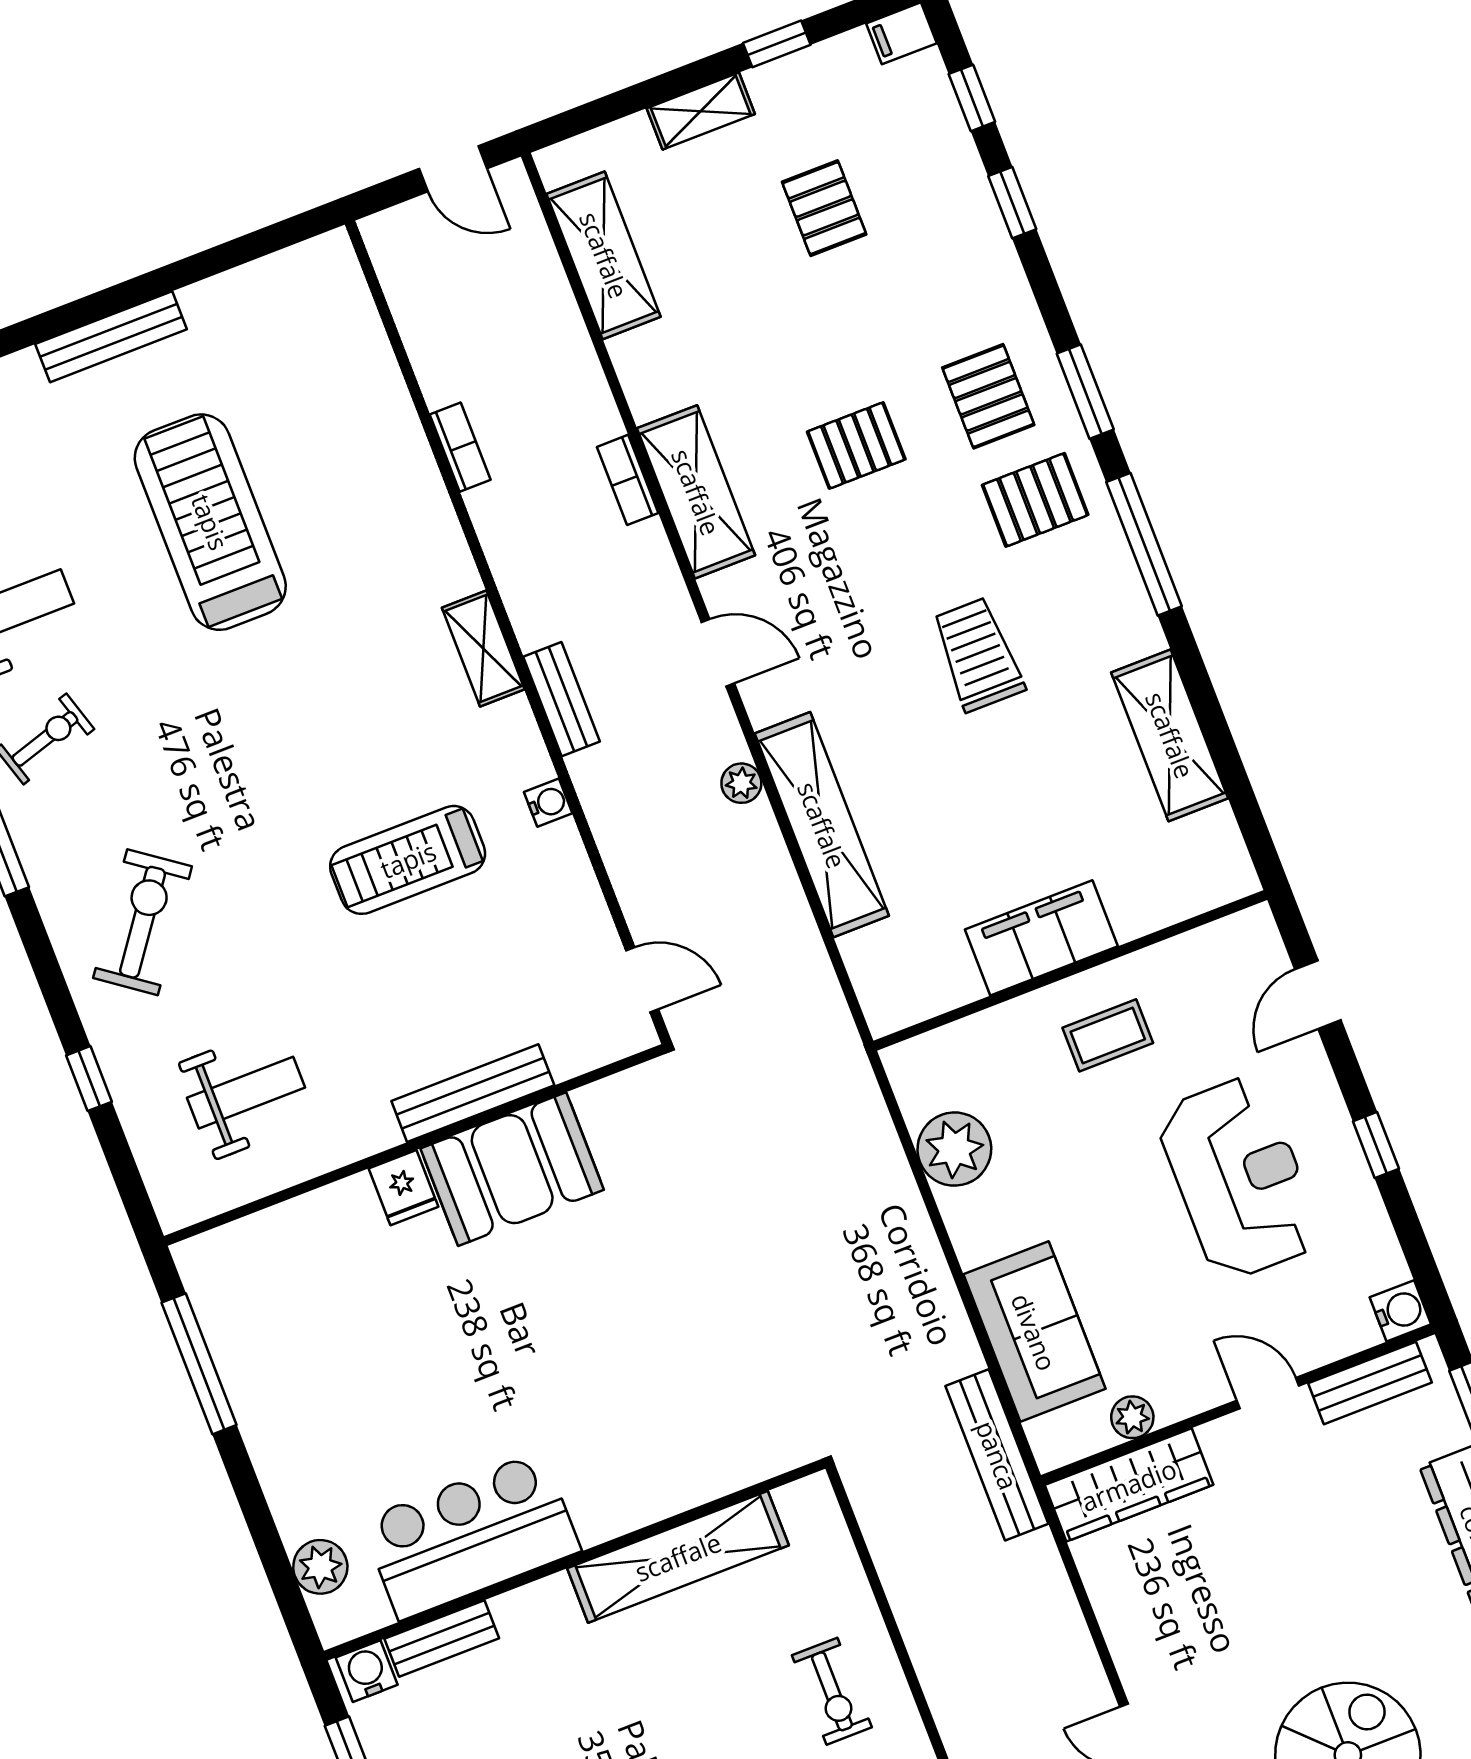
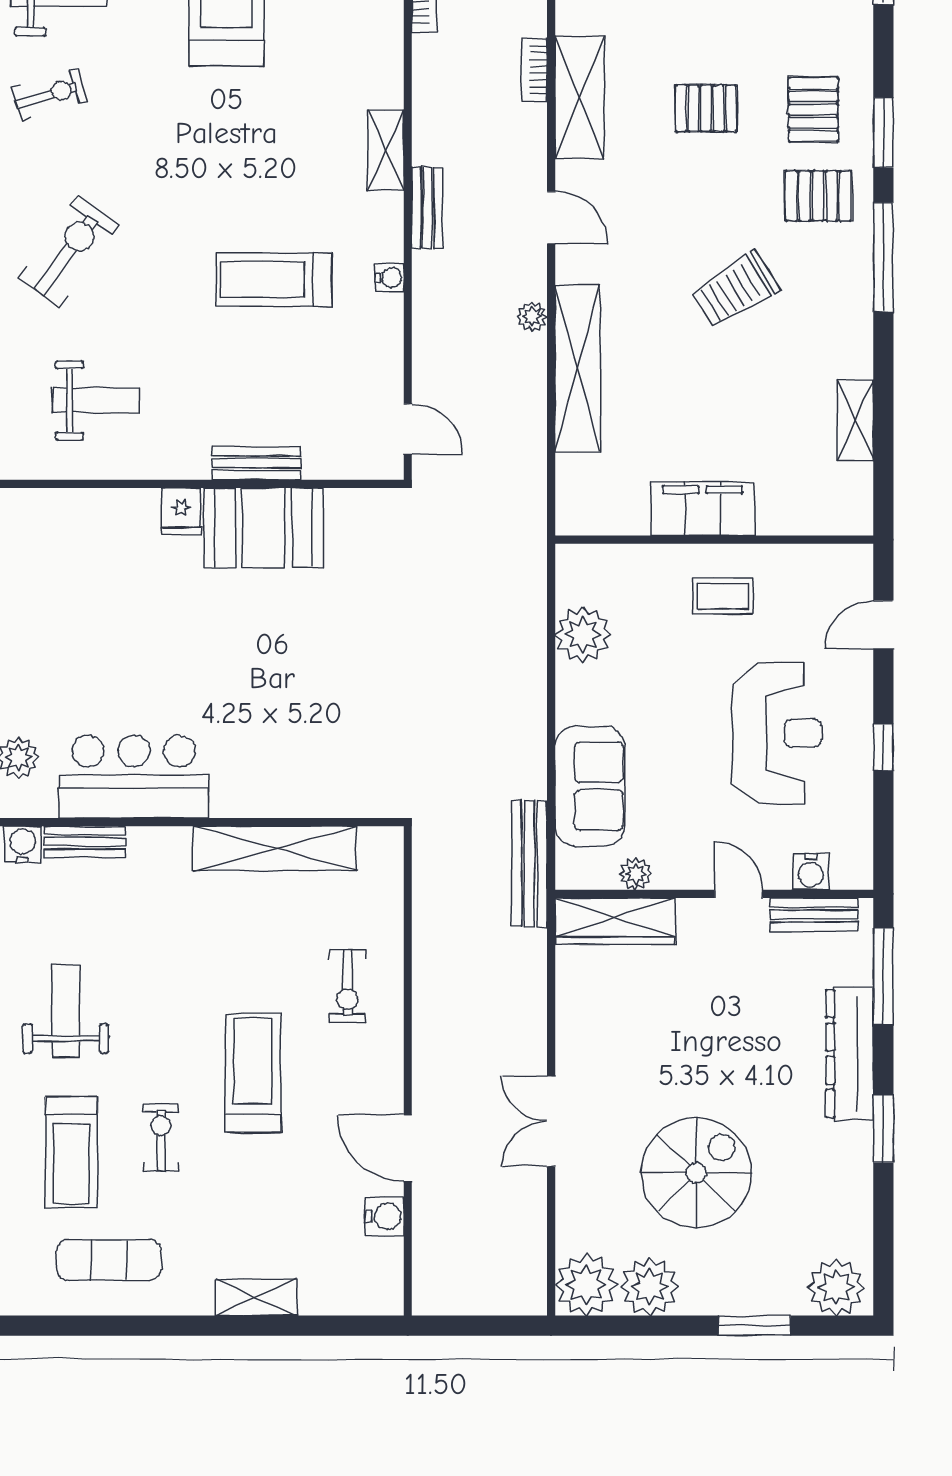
trolley: (978, 654) -> (735, 290), turned -122
shelving: (1170, 735) -> (855, 420), width x0.67, depth x0.75
bench: (473, 1093) -> (256, 463), width x0.73
water cooler: (1400, 1311) -> (811, 872), moved, turned 90

